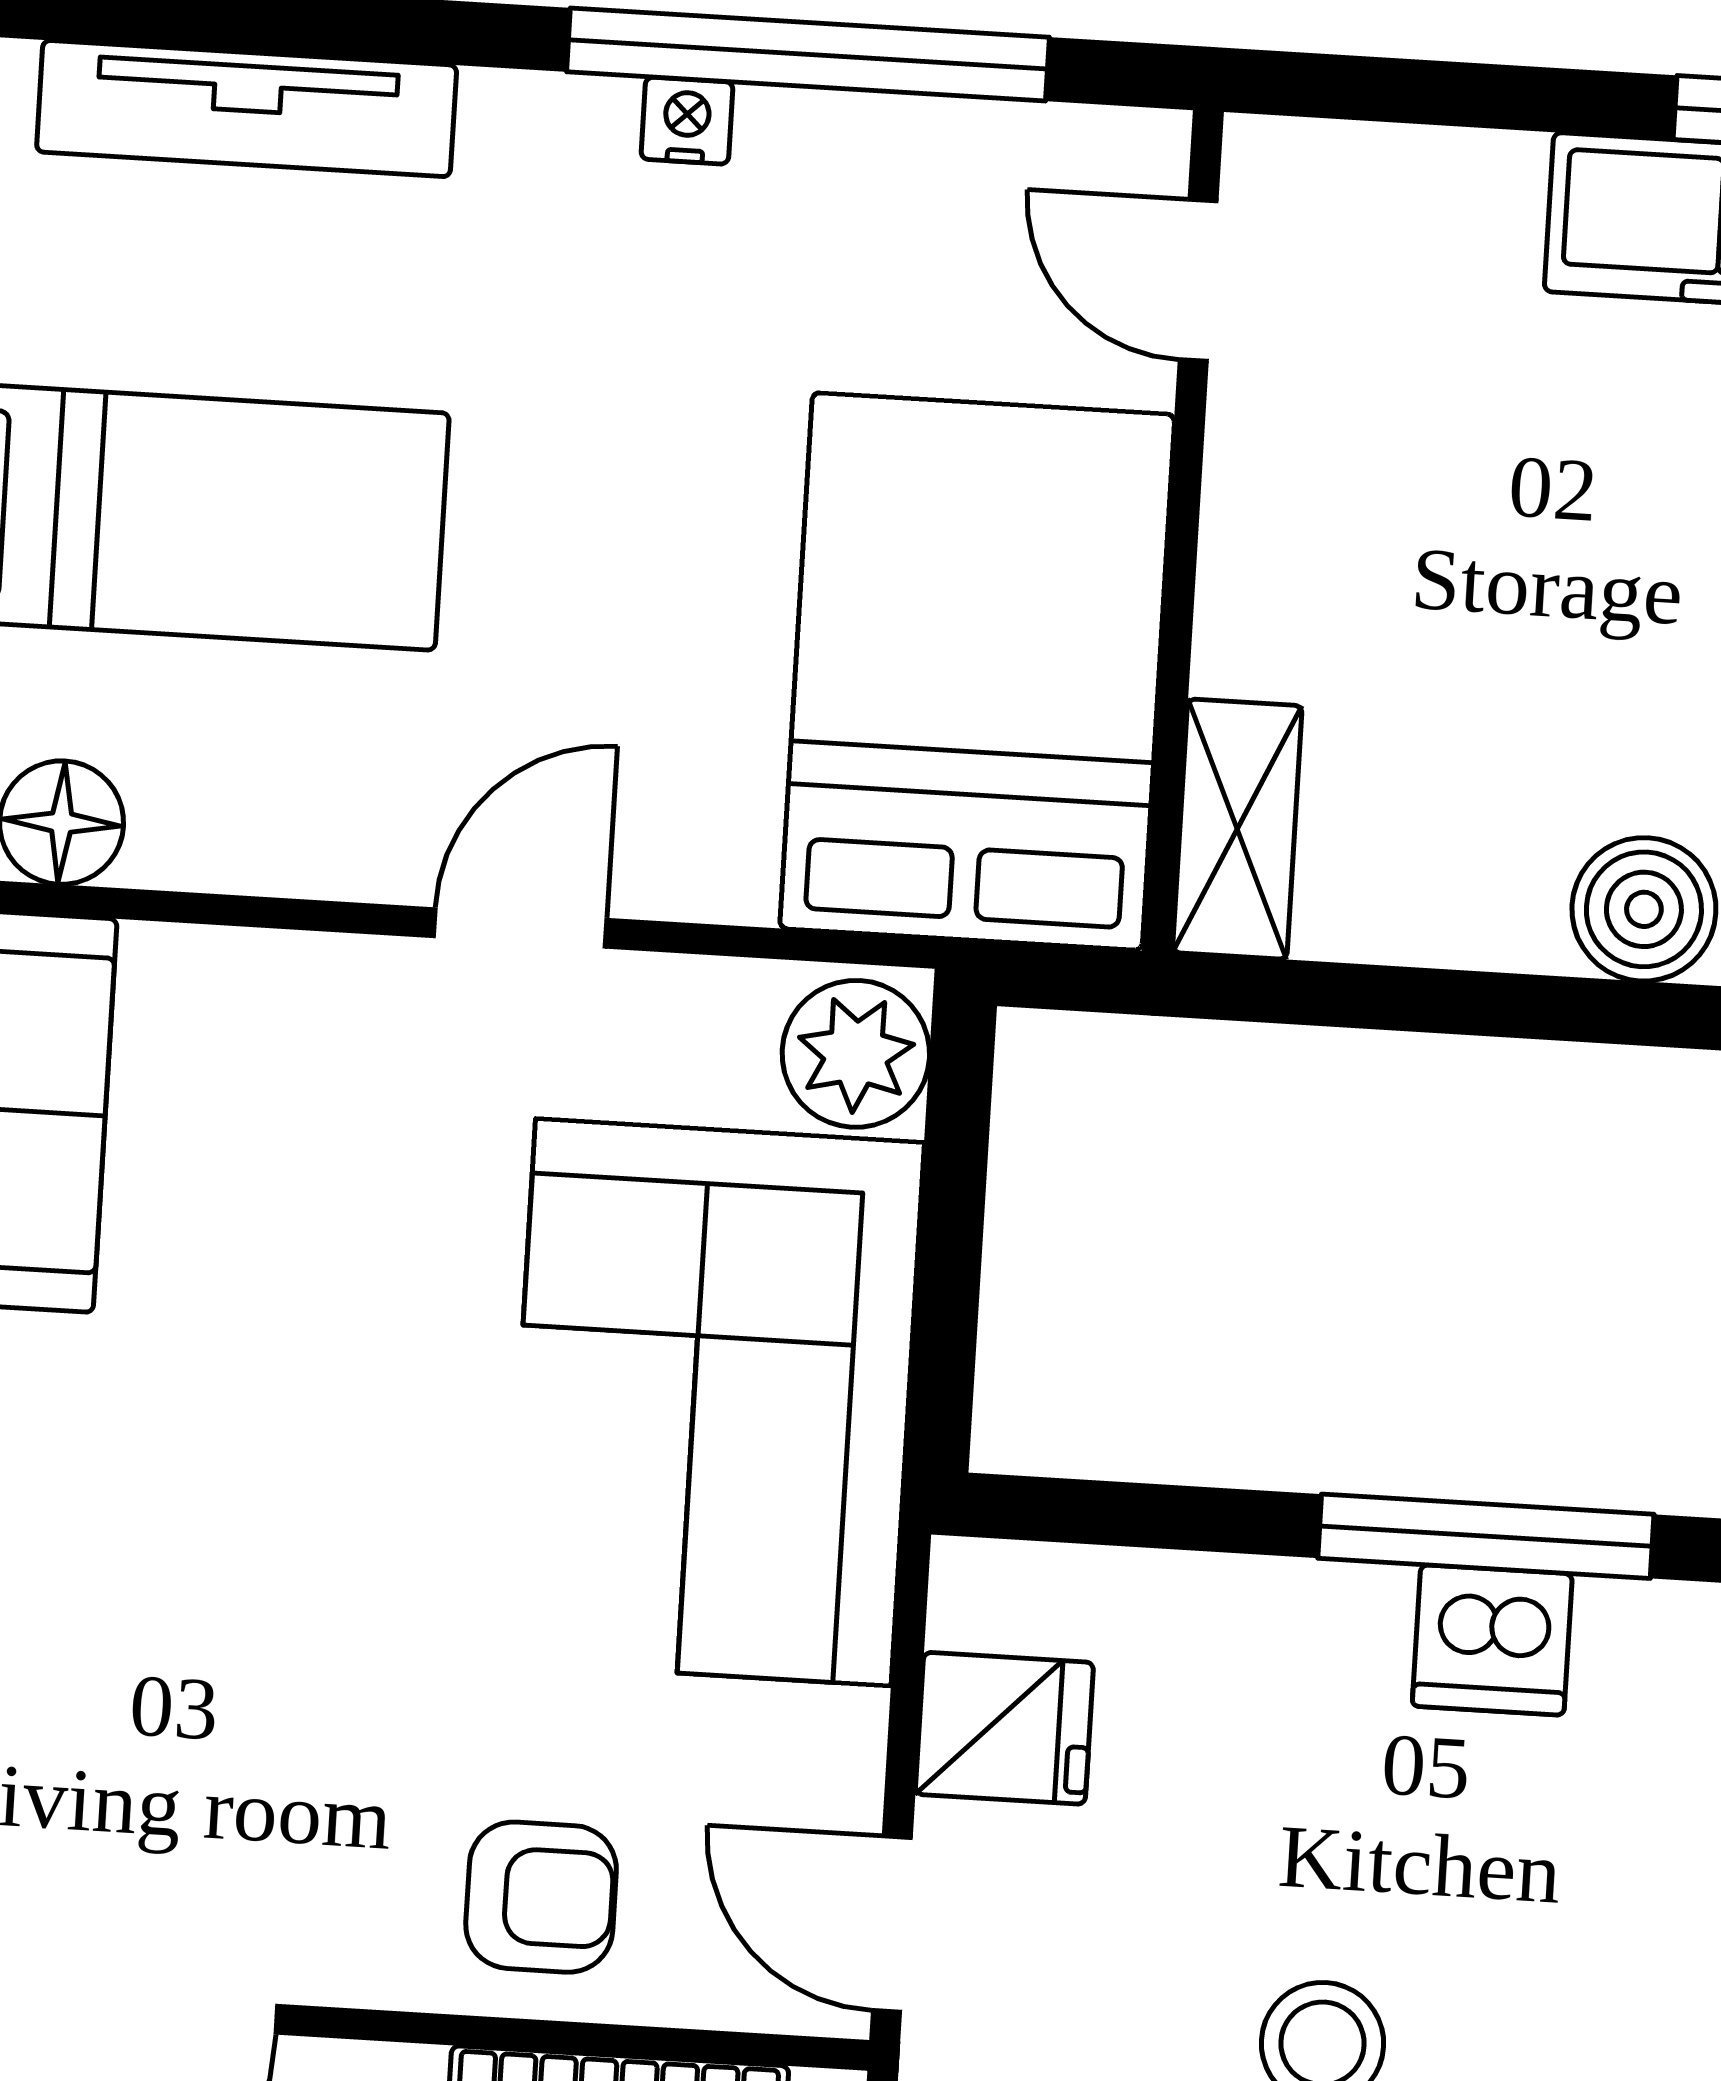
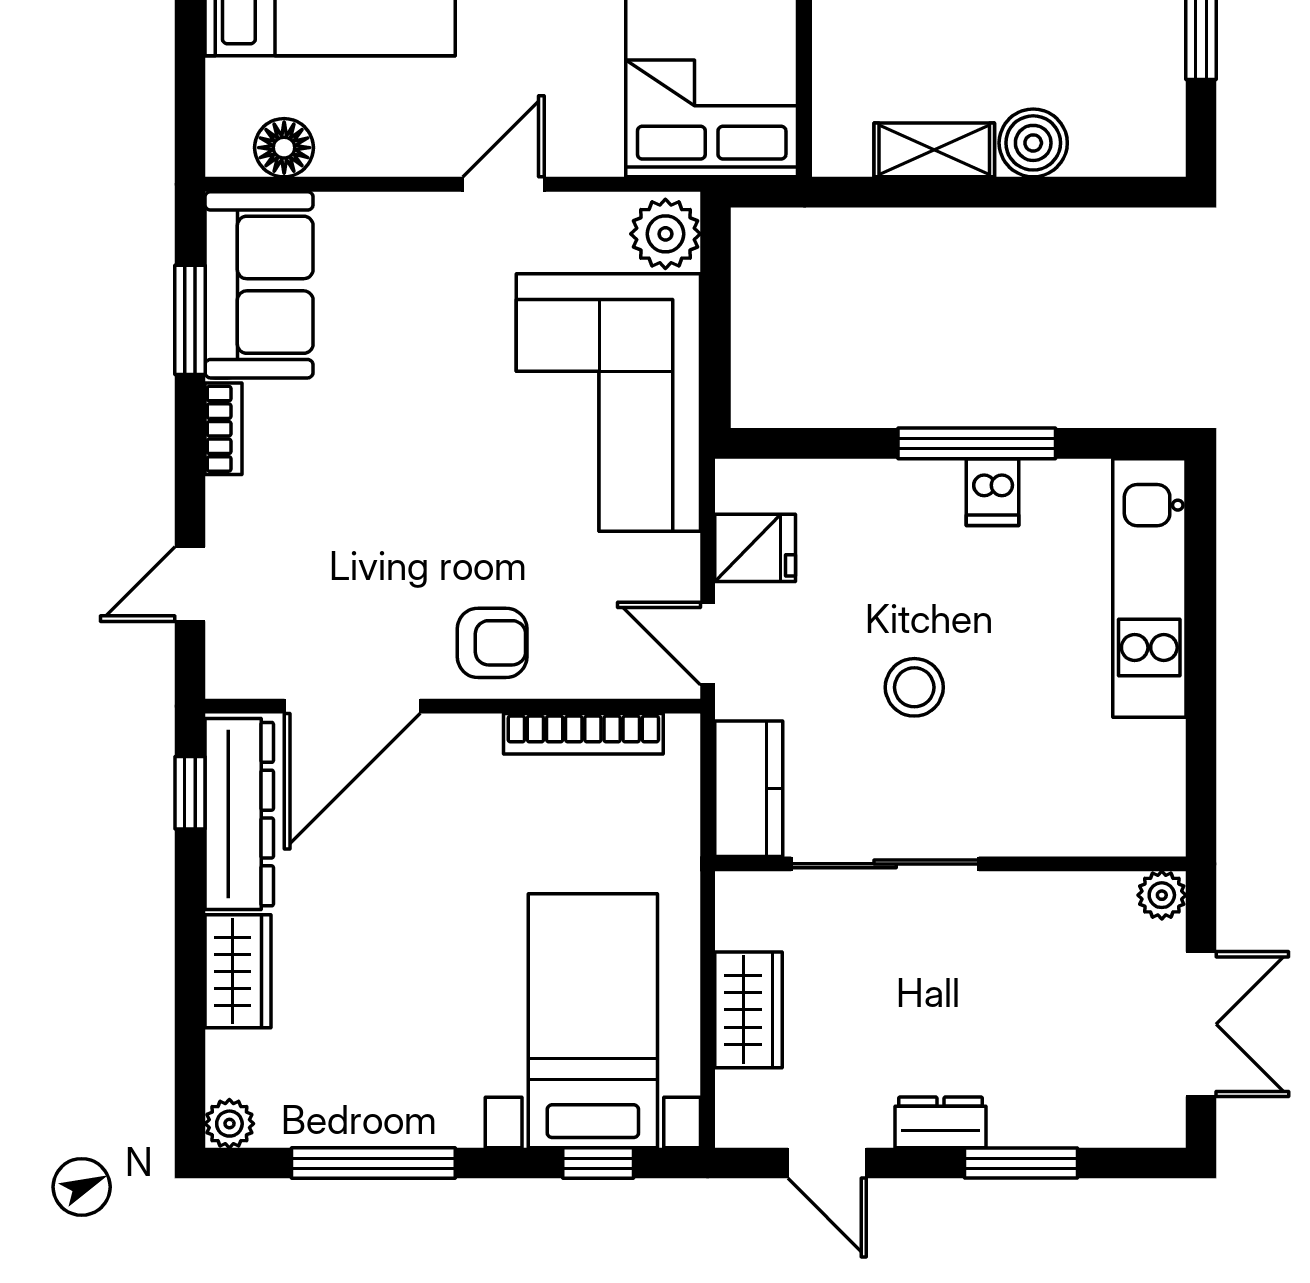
shelving: (1237, 829) -> (934, 150), moved, turned 90
dishwasher: (1492, 1640) -> (993, 492), width x0.73
armchair: (541, 1897) -> (492, 643), moved

